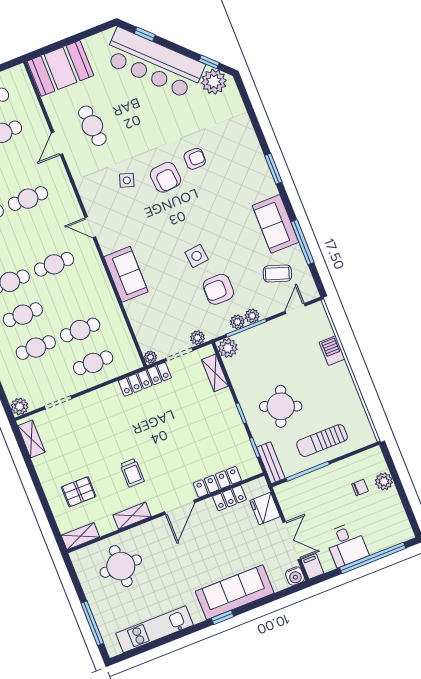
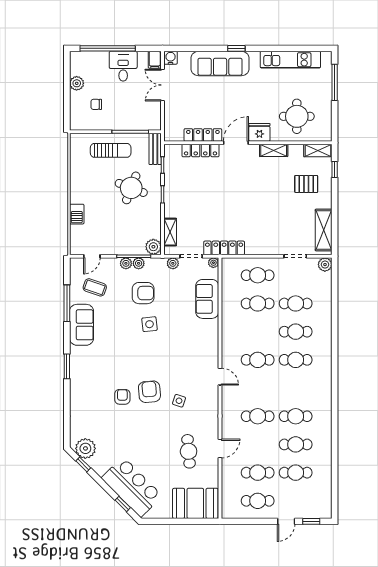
bar counter: (154, 63) -> (132, 487), width x0.73
armchair: (195, 159) -> (122, 397), turned 90
sofa: (126, 274) -> (207, 299), moved
shelving: (31, 439) -> (324, 230), width x1.50, depth x1.33
trolley: (132, 473) -> (261, 182), removed
plant: (384, 481) -> (77, 83), moved
locker: (229, 498) -> (203, 135), width x1.53
fridge: (265, 509) -> (259, 132), moved, turned -90
window: (52, 522) -> (335, 169), added

